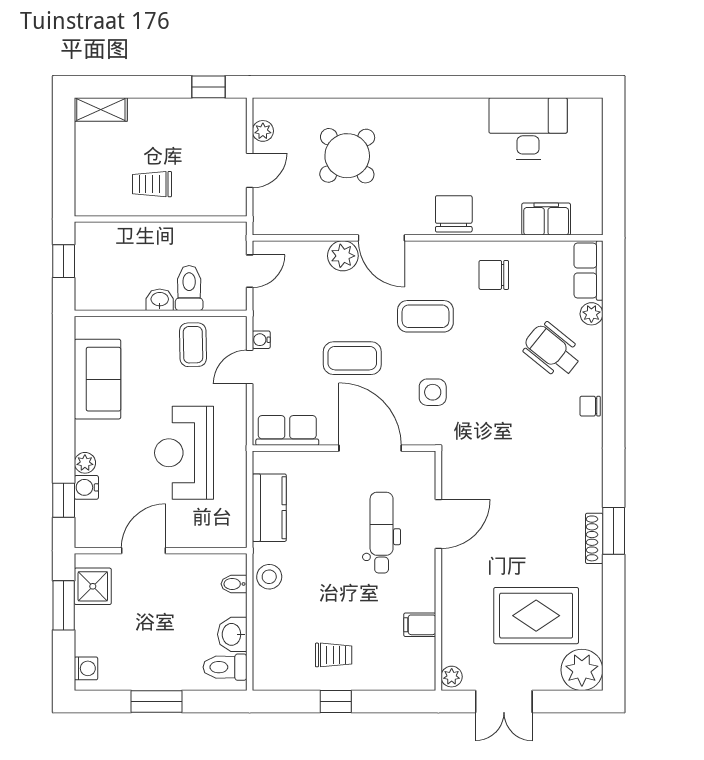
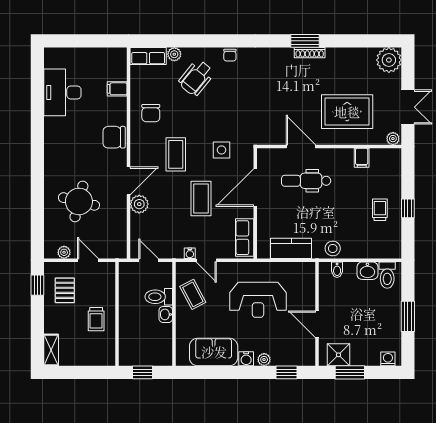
pallet: (200, 132) -> (65, 290), added
round table: (347, 156) -> (79, 201), turned -32
filing cabinet: (546, 219) -> (117, 89), width x0.50
coffee table: (193, 345) -> (193, 294), turned 63
water cooler: (86, 487) -> (246, 359), moved
rug: (536, 616) -> (347, 112), moved, turned 90

